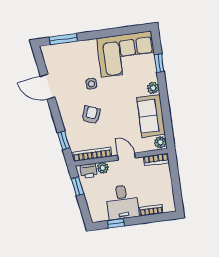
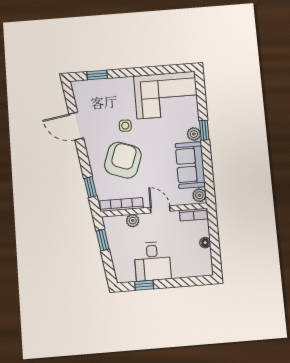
window: (63, 39) -> (97, 75), width x0.67
window: (159, 63) -> (204, 130), moved
armchair: (91, 115) -> (123, 160), width x1.88, depth x1.88
printer: (89, 171) -> (116, 223), removed
floor lamp: (167, 183) -> (205, 243), added
bookcase: (151, 210) -> (185, 272), removed

